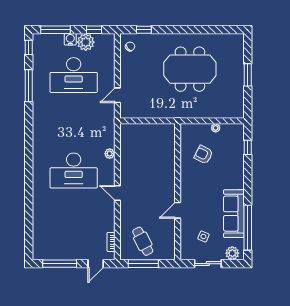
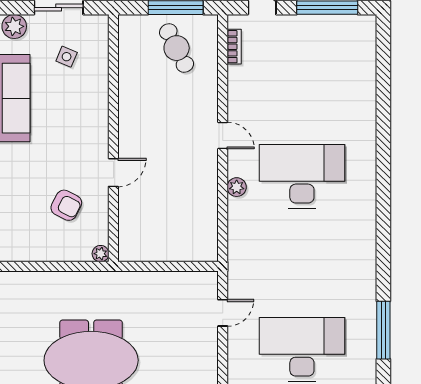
plant: (216, 128) -> (101, 254), moved
plant: (110, 154) -> (237, 187), moved
door: (178, 210) -> (113, 173), moved

